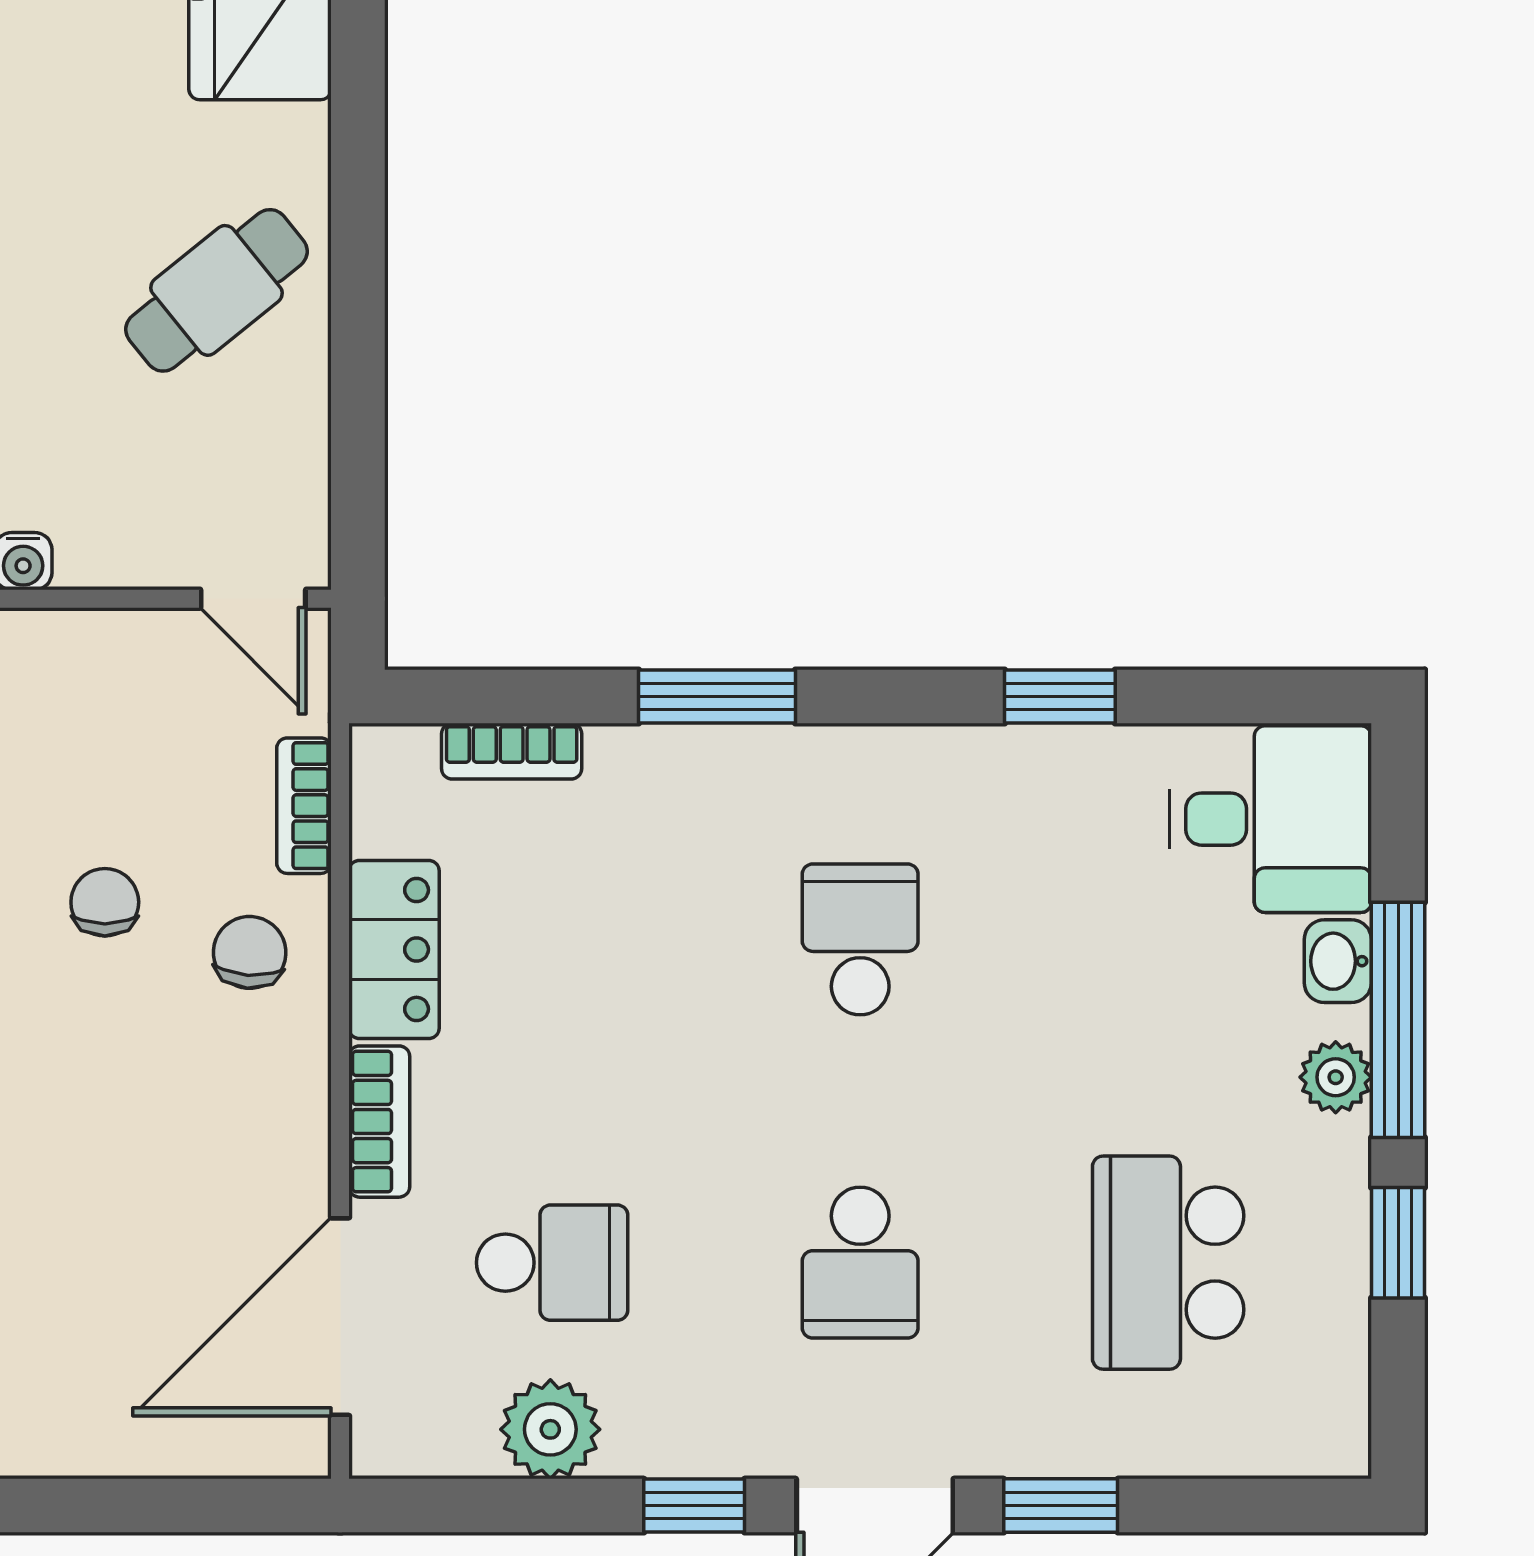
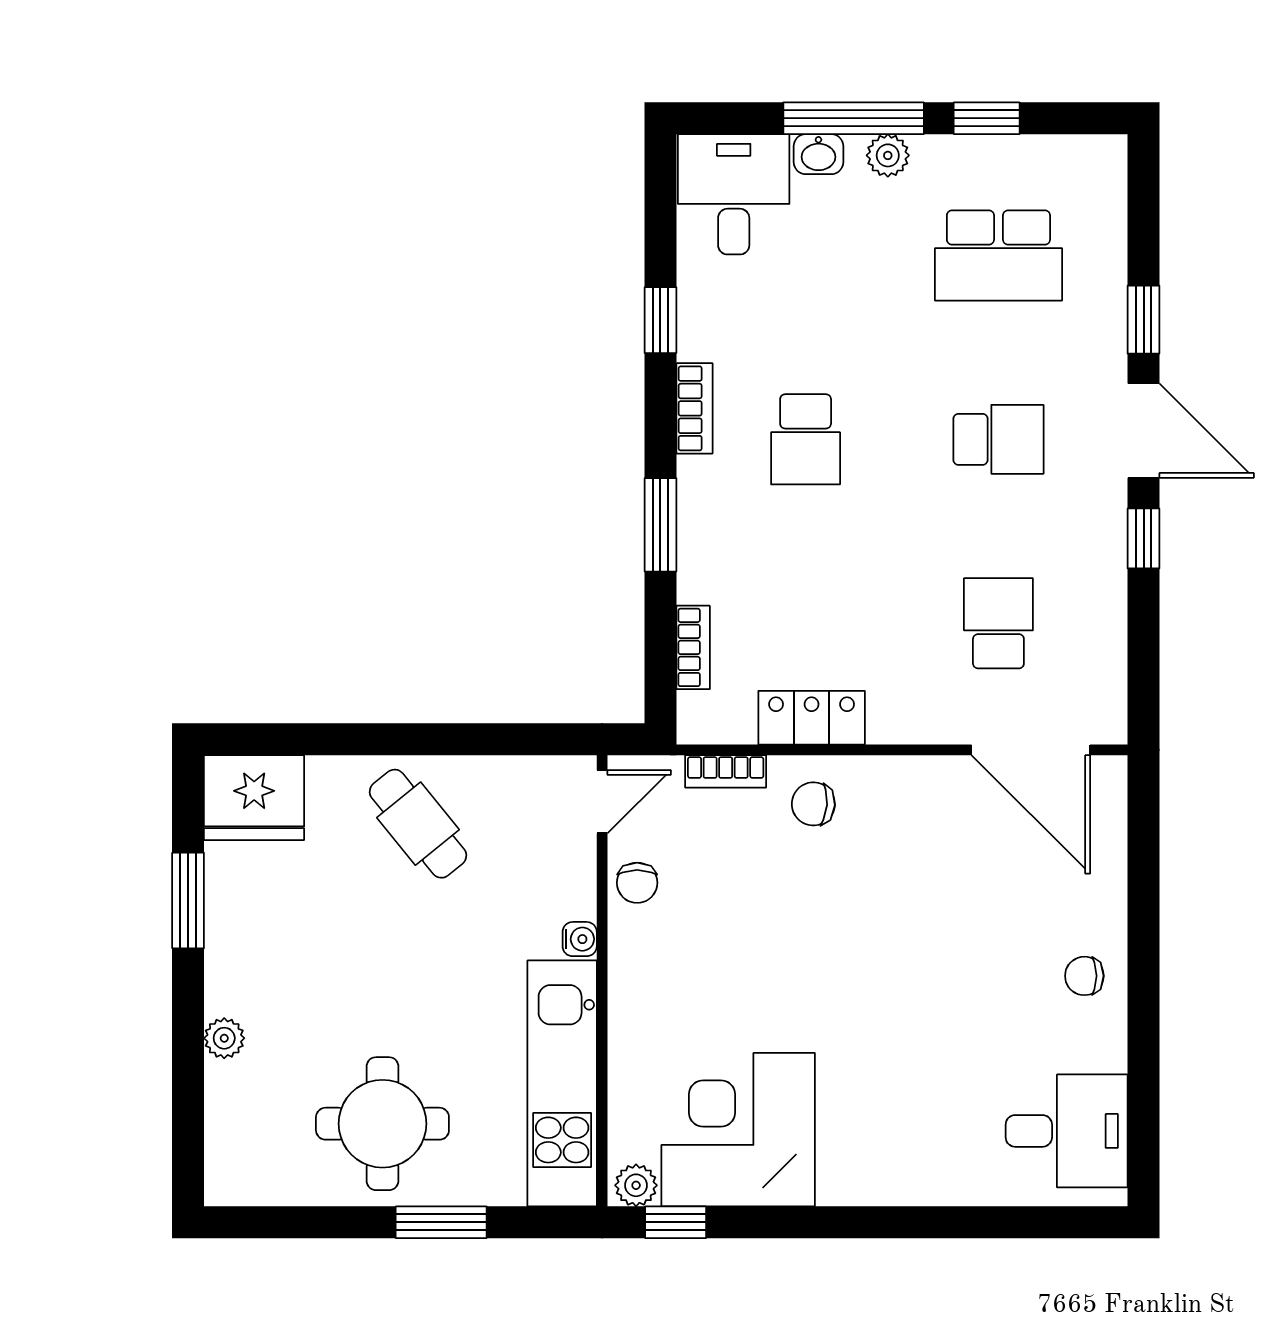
chair: (105, 902) -> (637, 883), moved, turned -90
school desk: (860, 939) -> (806, 439), turned -90
bookcase: (379, 1122) -> (694, 408), moved, turned 90
plant: (550, 1429) -> (1098, 624), removed

